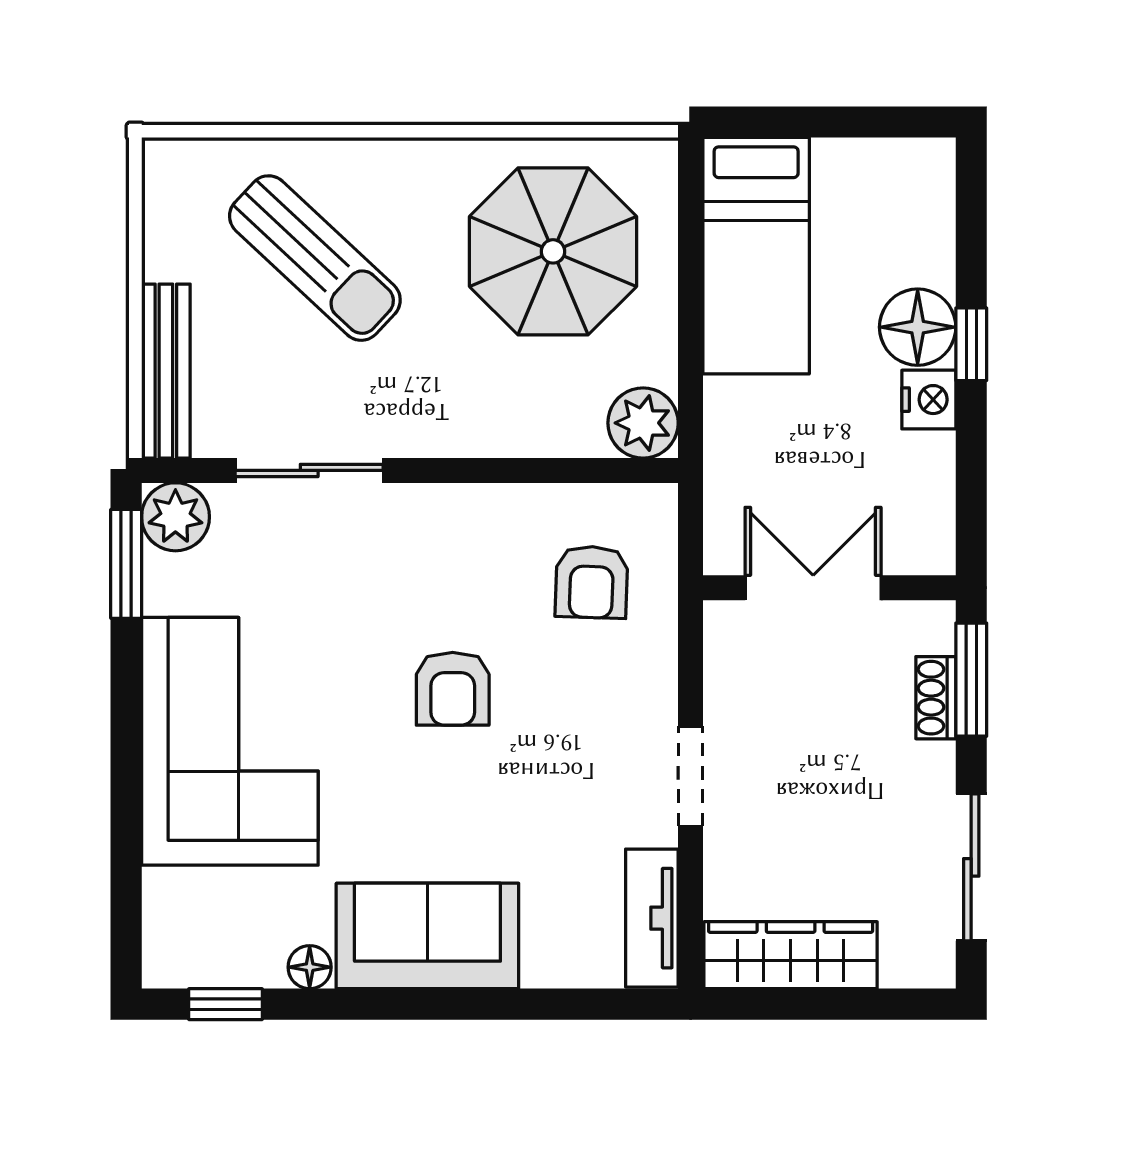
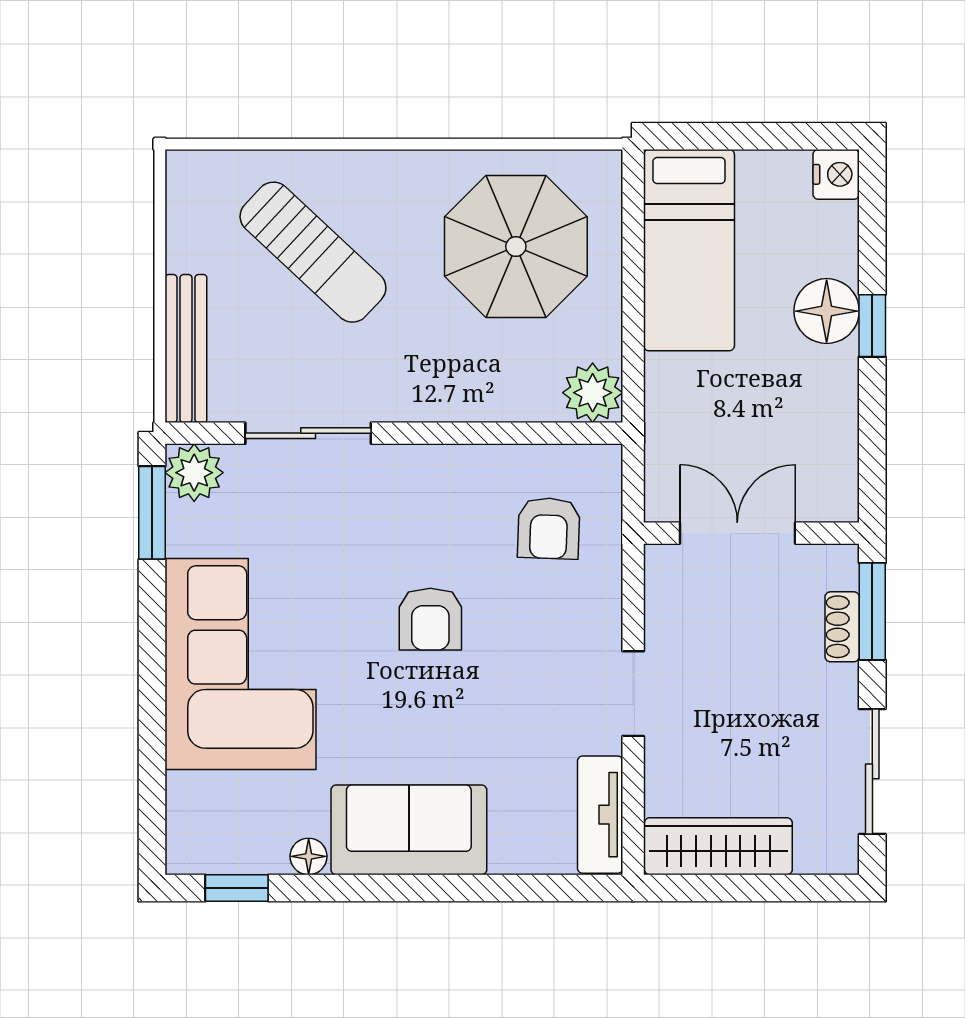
nightstand: (929, 400) -> (836, 174), moved

